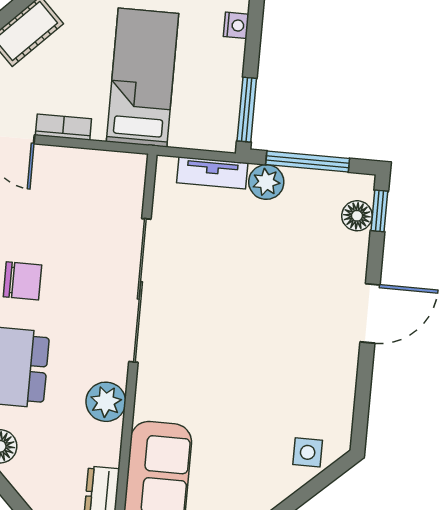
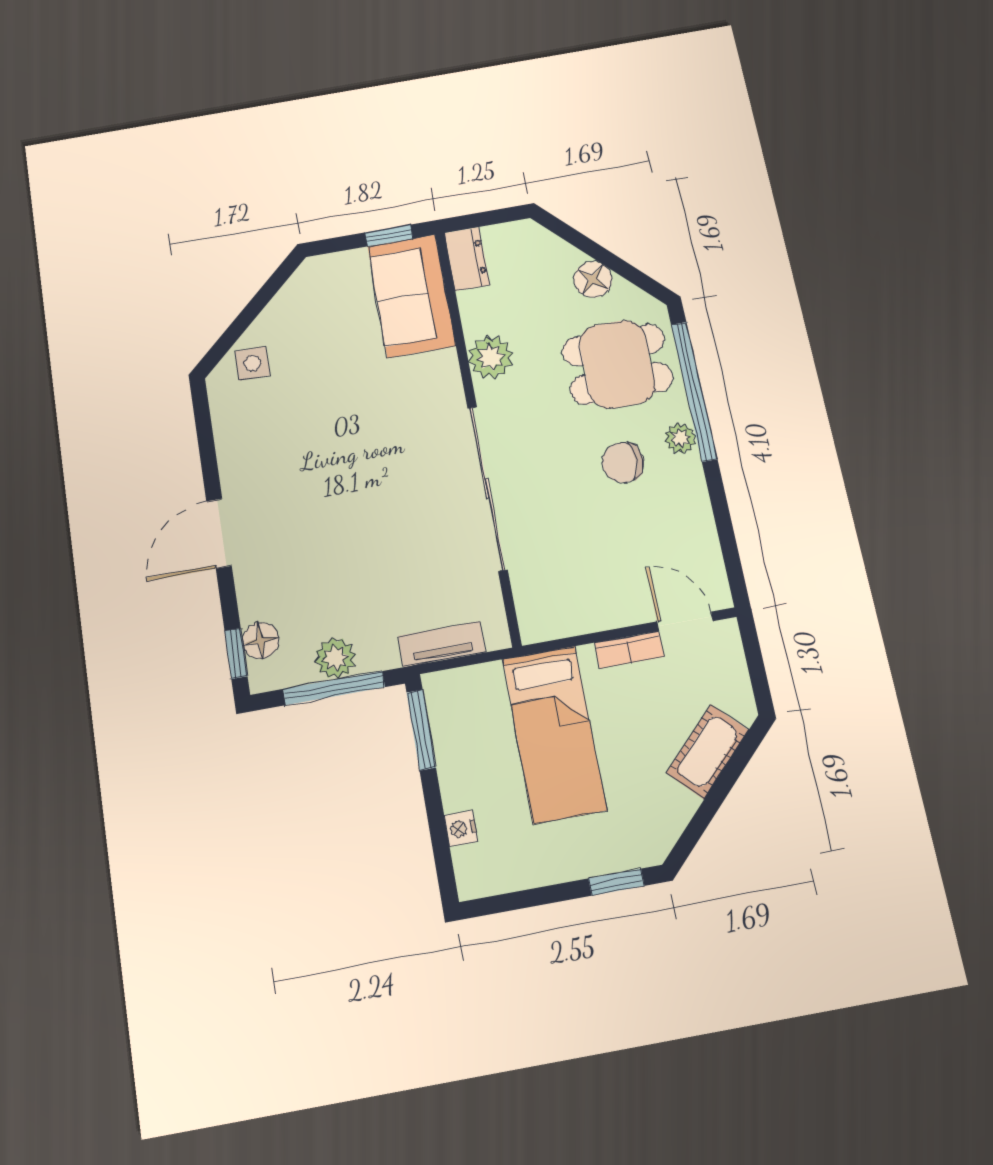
plant: (266, 182) -> (335, 658), moved

